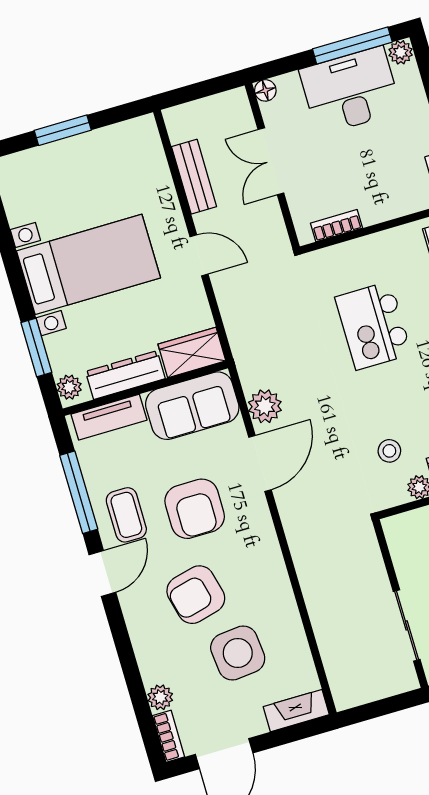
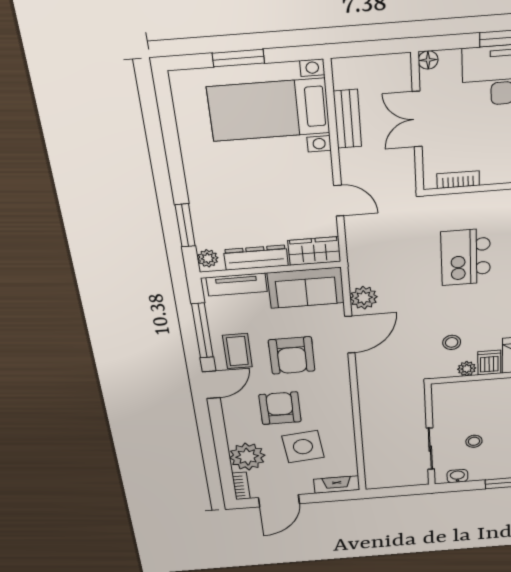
door: (199, 255) -> (339, 201), moved
bed with nightstands: (89, 264) -> (269, 110), moved, turned 180
armchair: (196, 595) -> (280, 408), turned 104
plant: (160, 697) -> (247, 457), width x1.88, depth x1.88

